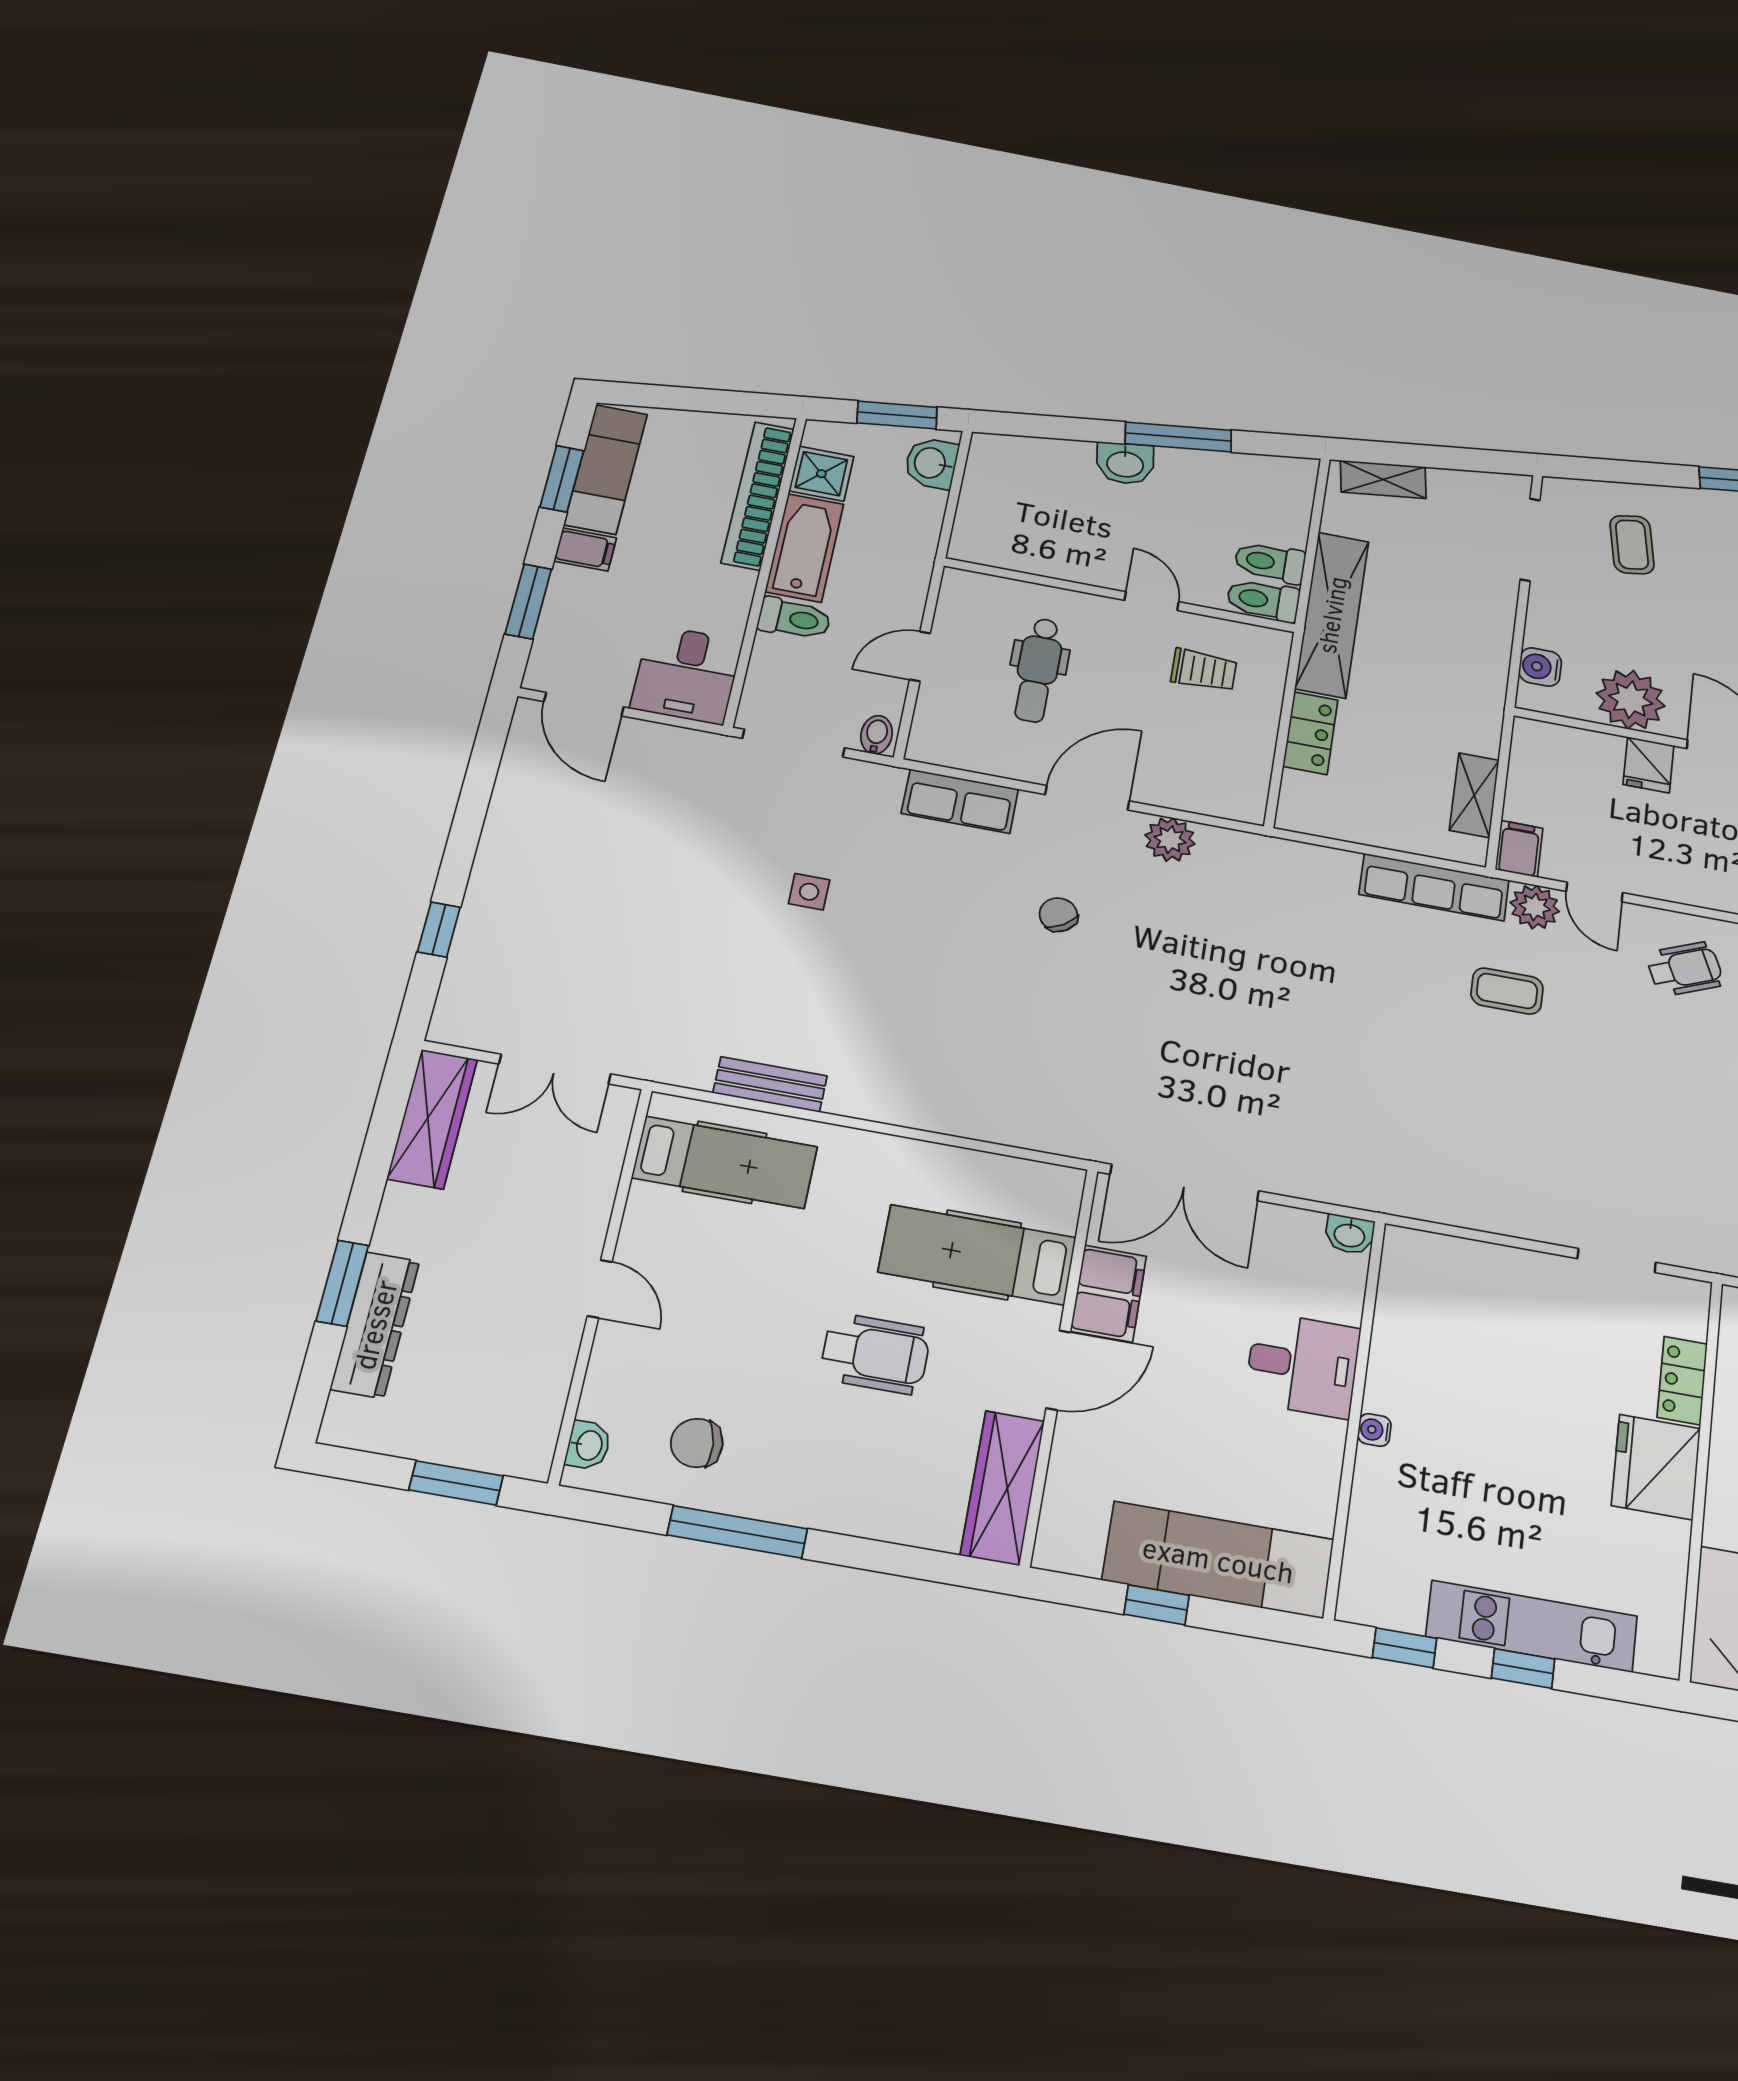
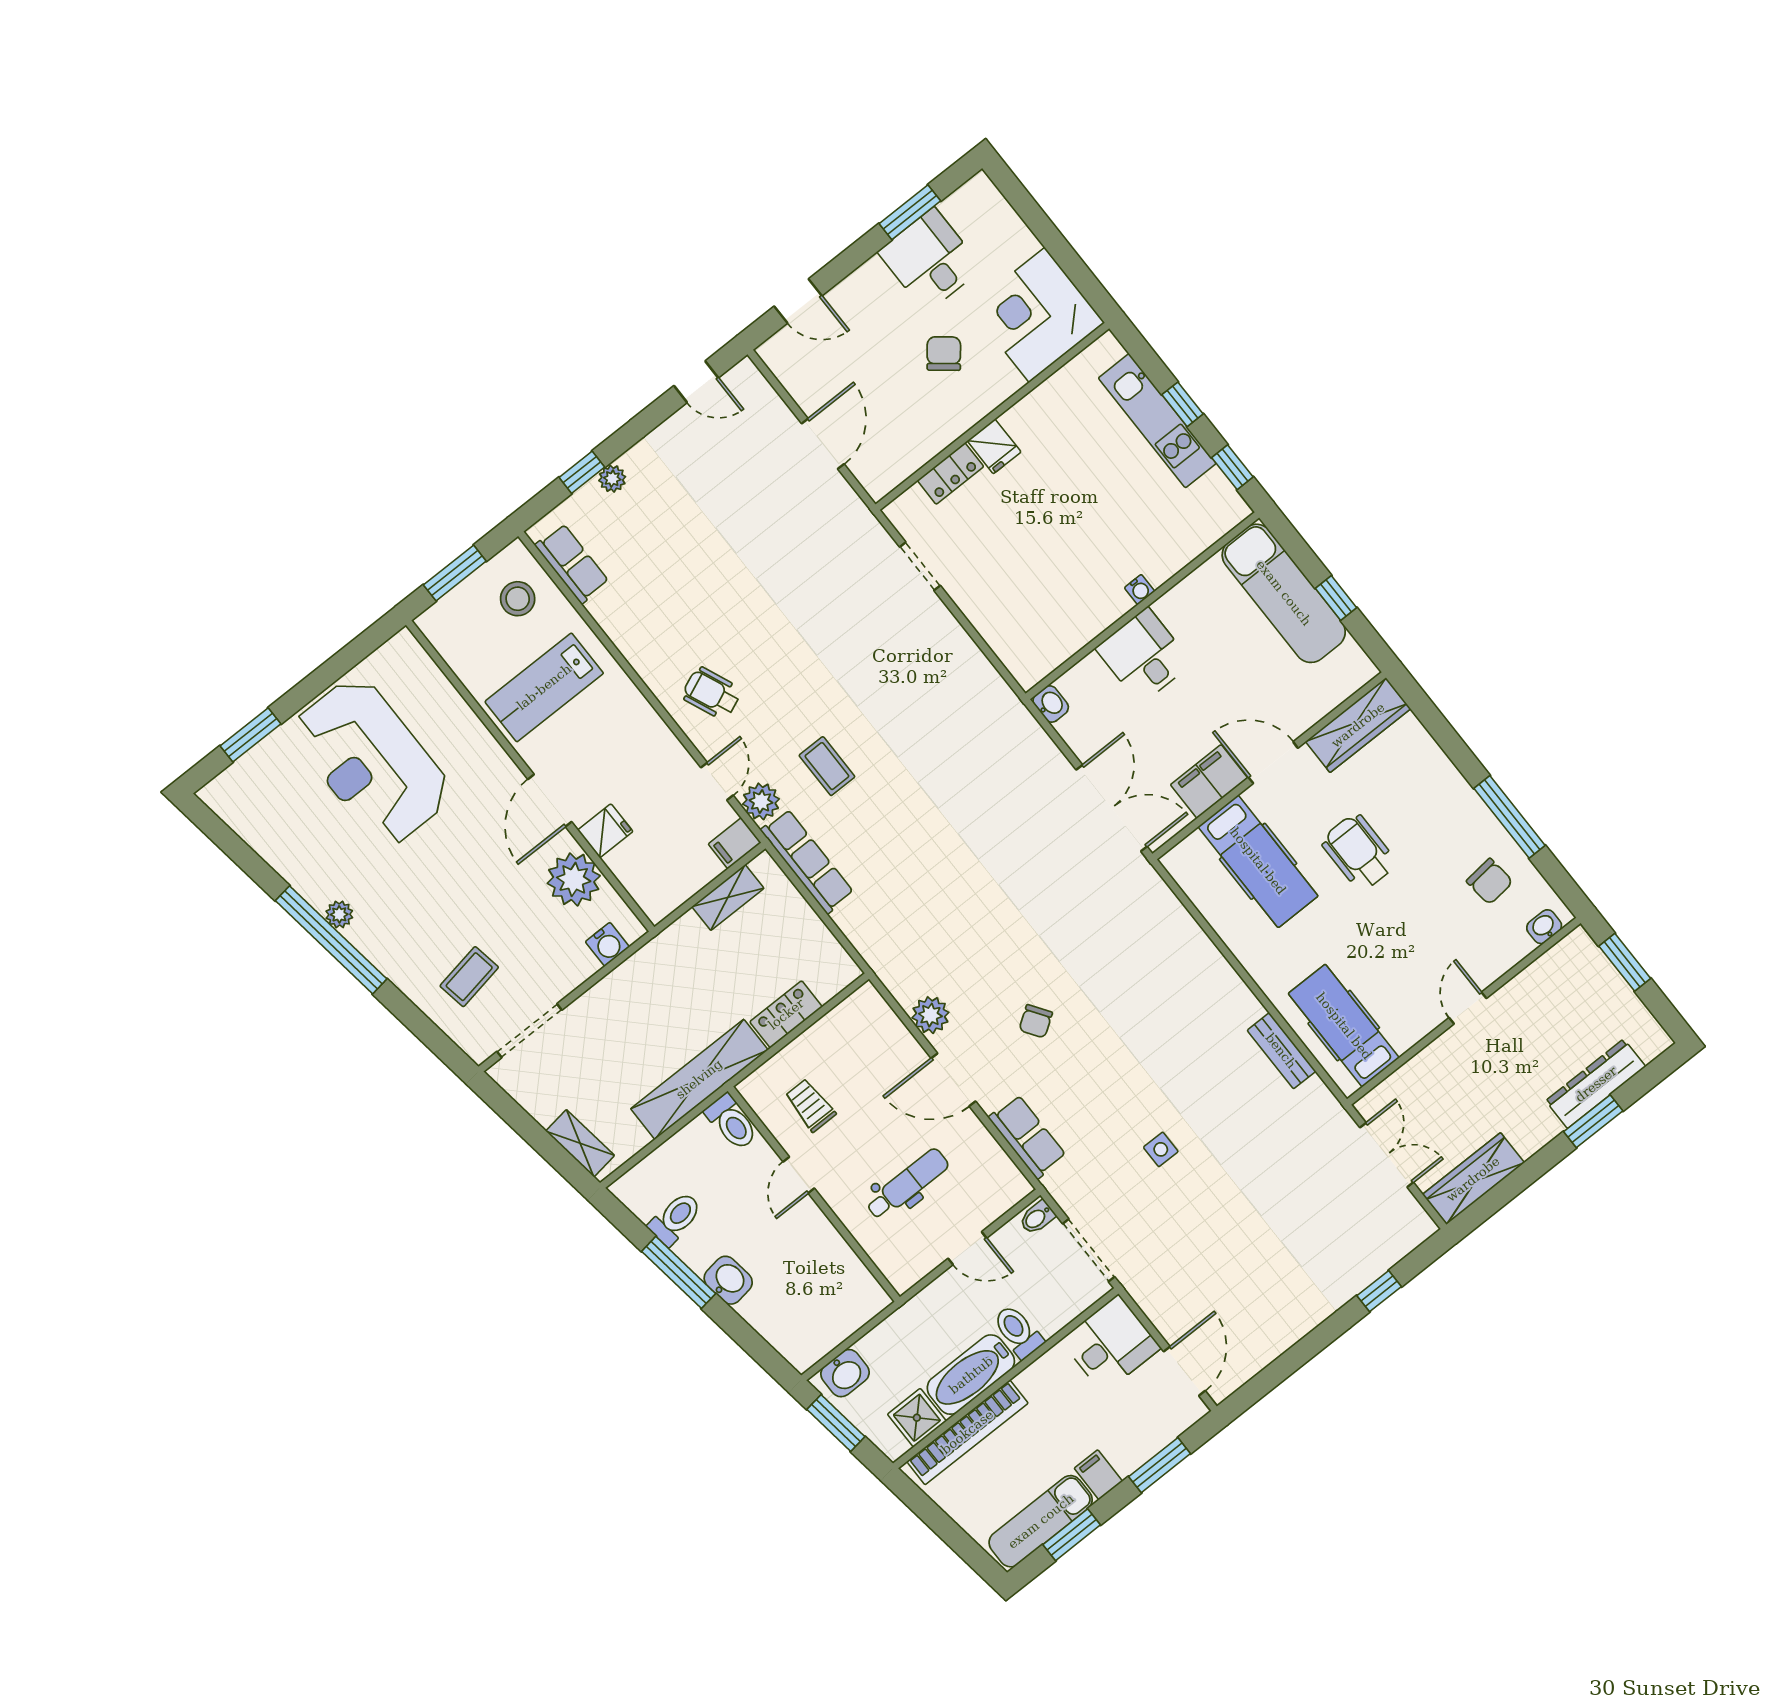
toilet: (1270, 562) -> (675, 1218), moved, turned -98
fridge: (1656, 1467) -> (994, 446), width x0.53, depth x0.75

